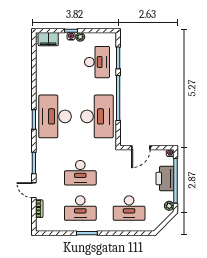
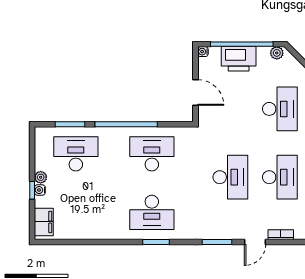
desk: (55, 116) -> (152, 212), width x0.73, depth x0.77
desk: (97, 116) -> (152, 154), width x0.73, depth x0.77

